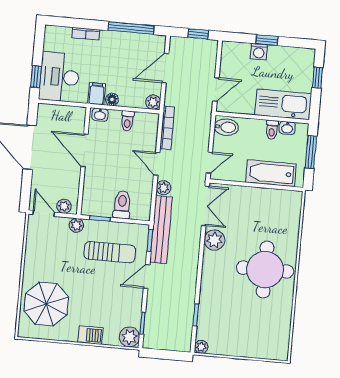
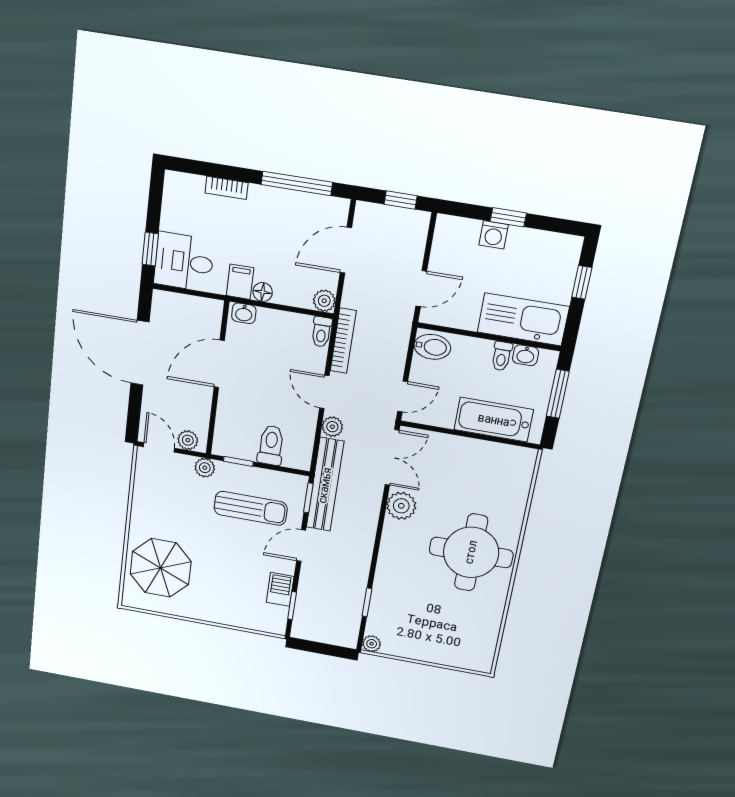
desk: (59, 77) -> (184, 262), width x0.73
toilet: (127, 121) -> (321, 332), moved
door: (84, 150) -> (219, 364), hinge flipped
barbecue: (90, 335) -> (280, 589), moved, turned -90
plant: (129, 337) -> (273, 621), removed

